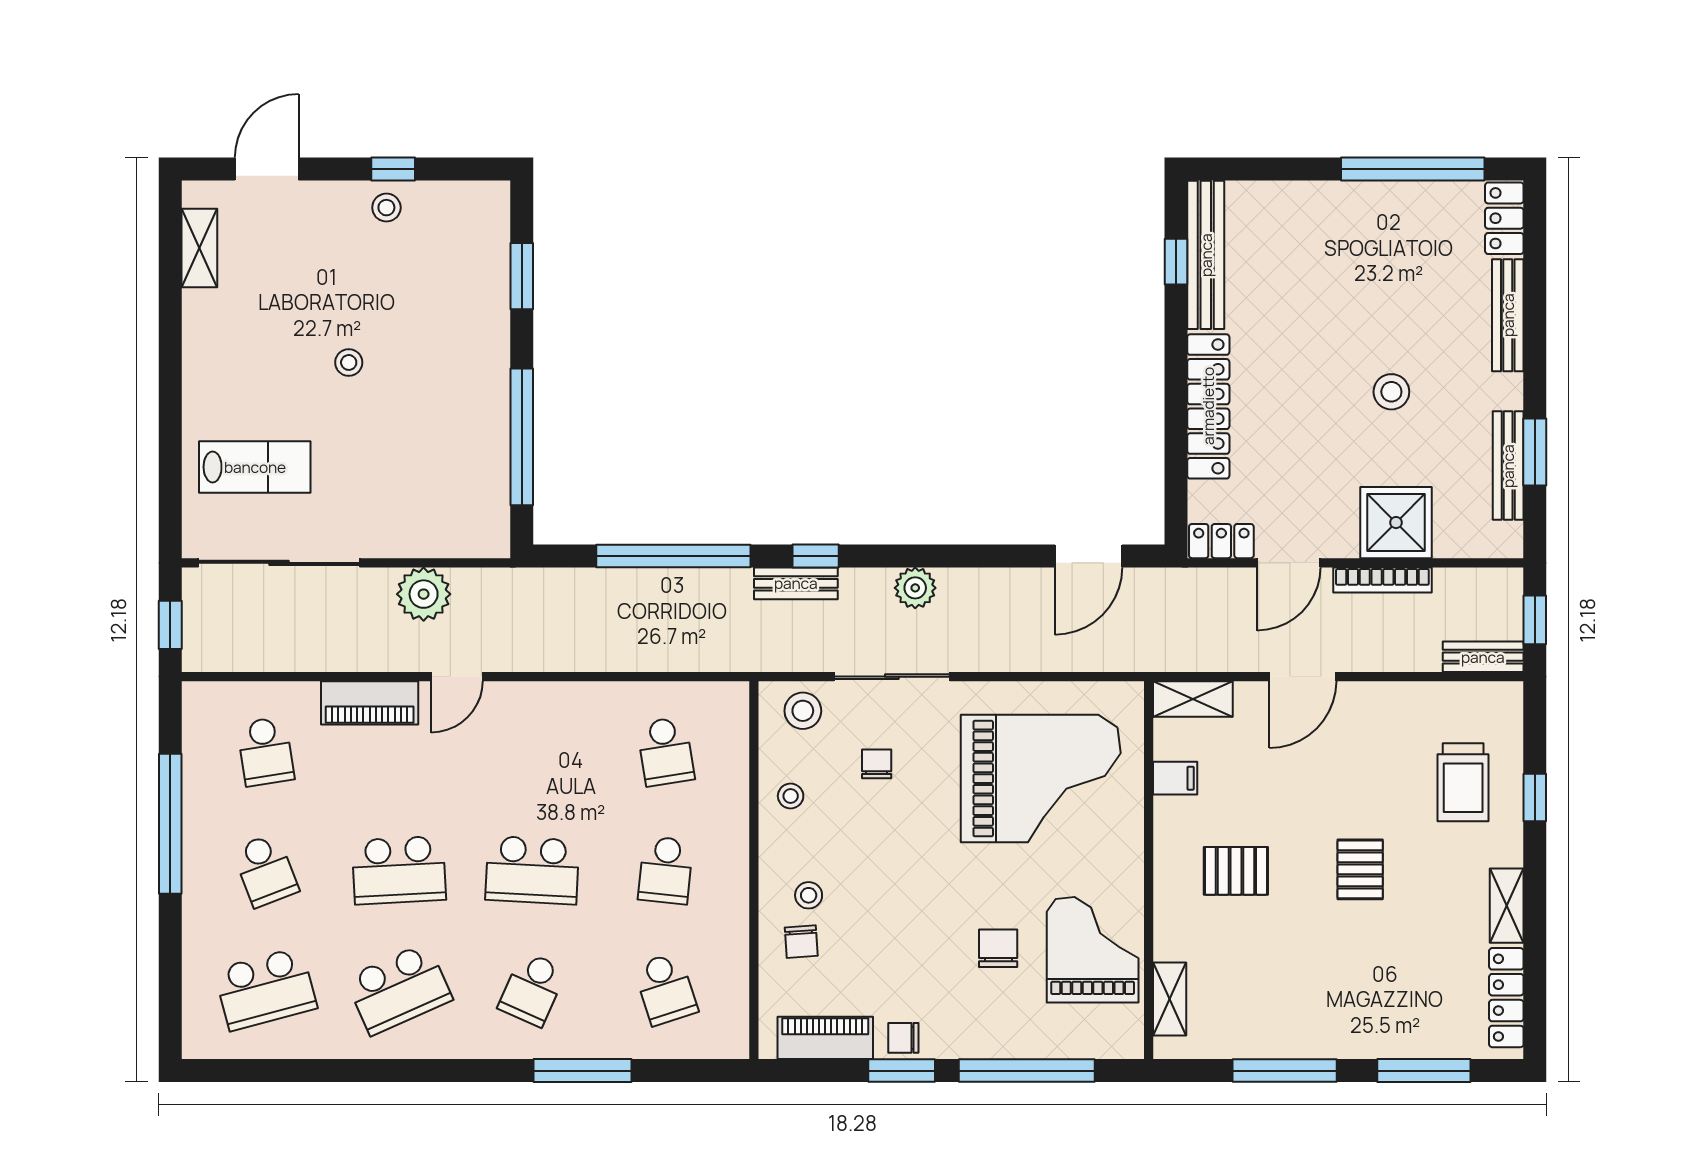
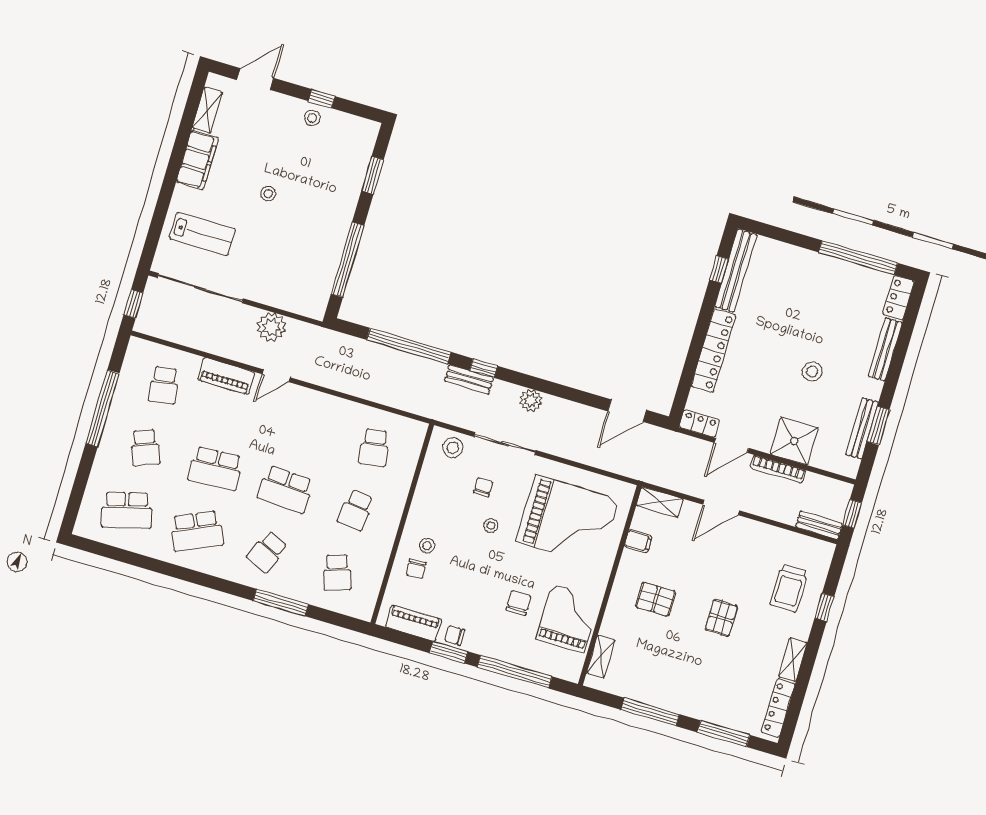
filing cabinet: (208, 340) -> (197, 160), added
stool: (791, 796) -> (491, 526), moved

